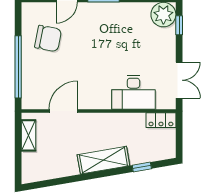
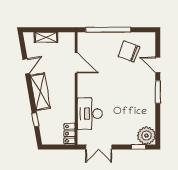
chair: (48, 38) -> (129, 51), turned 100
shelving: (29, 135) -> (46, 37), moved
door: (68, 180) -> (26, 66), added

